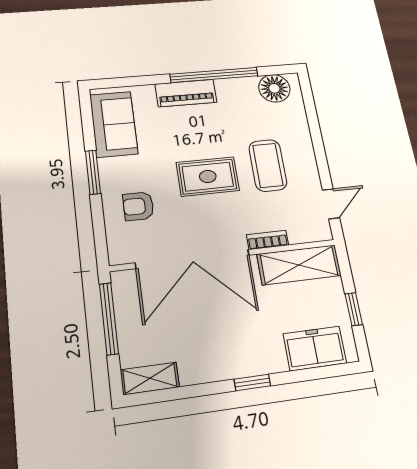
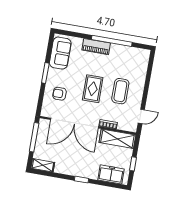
floor lamp: (274, 88) -> (137, 55), removed
rug: (208, 176) -> (93, 89), turned 90

